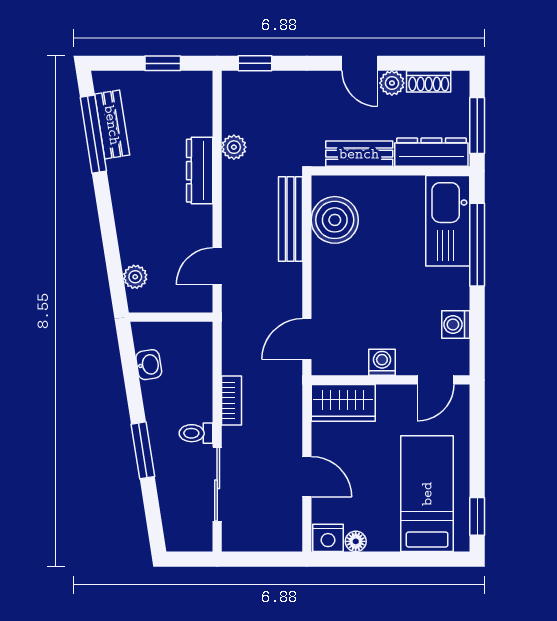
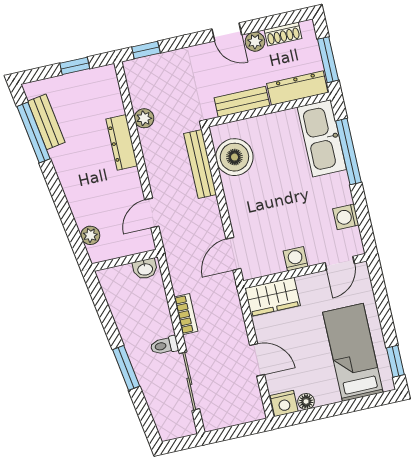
washbasin: (149, 365) -> (145, 269), moved, turned 99

